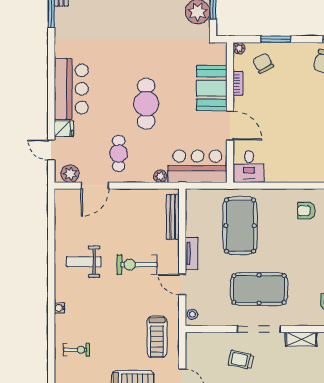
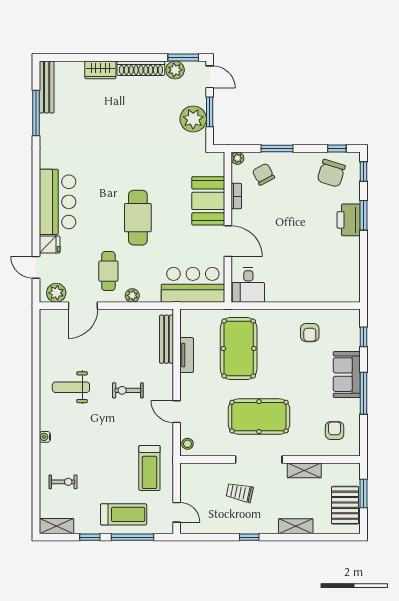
plant: (160, 176) -> (132, 295), moved
armchair: (306, 211) -> (310, 333), turned -90
tv unit: (192, 253) -> (187, 355), moved
exercise bike: (137, 265) -> (128, 390), width x0.73, depth x0.72

